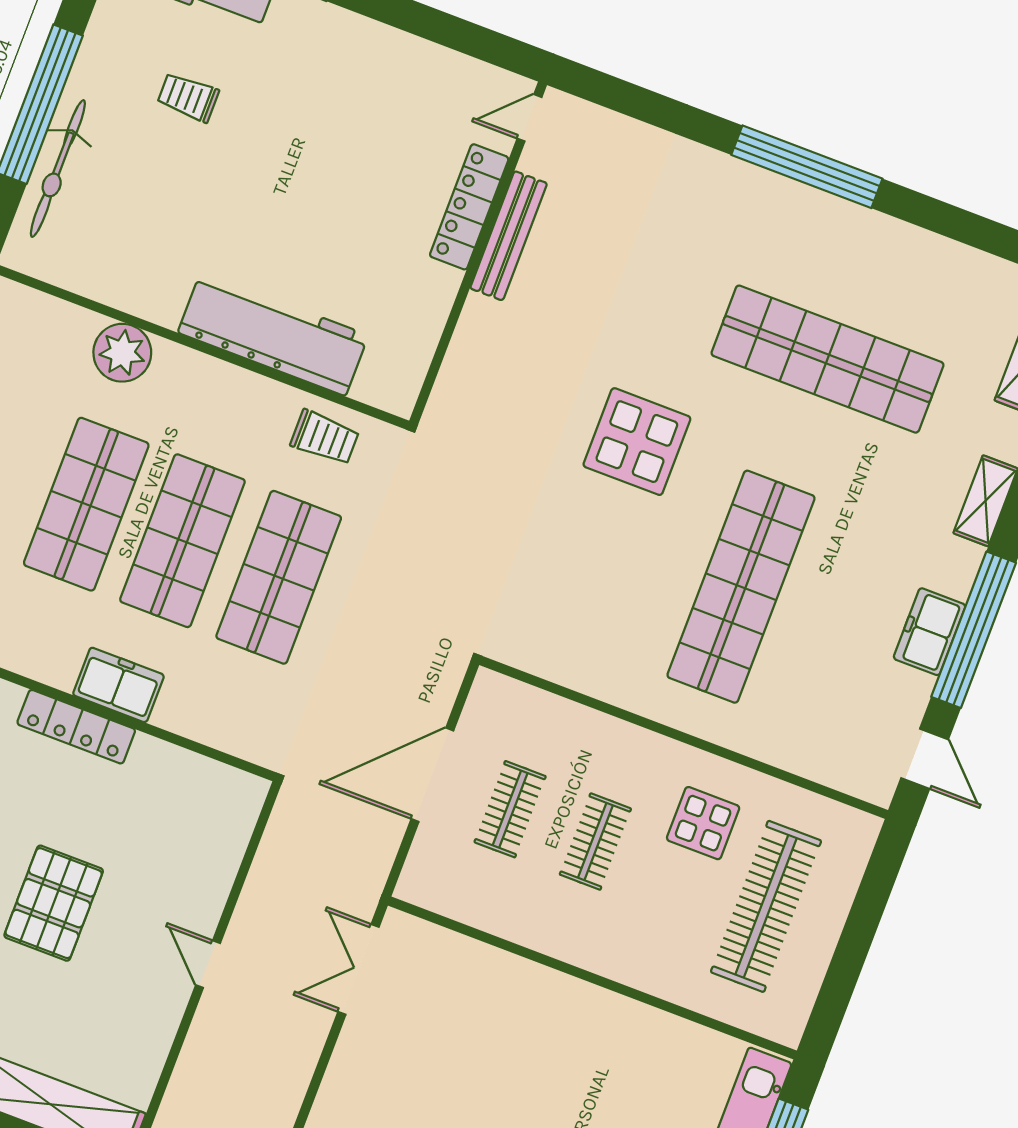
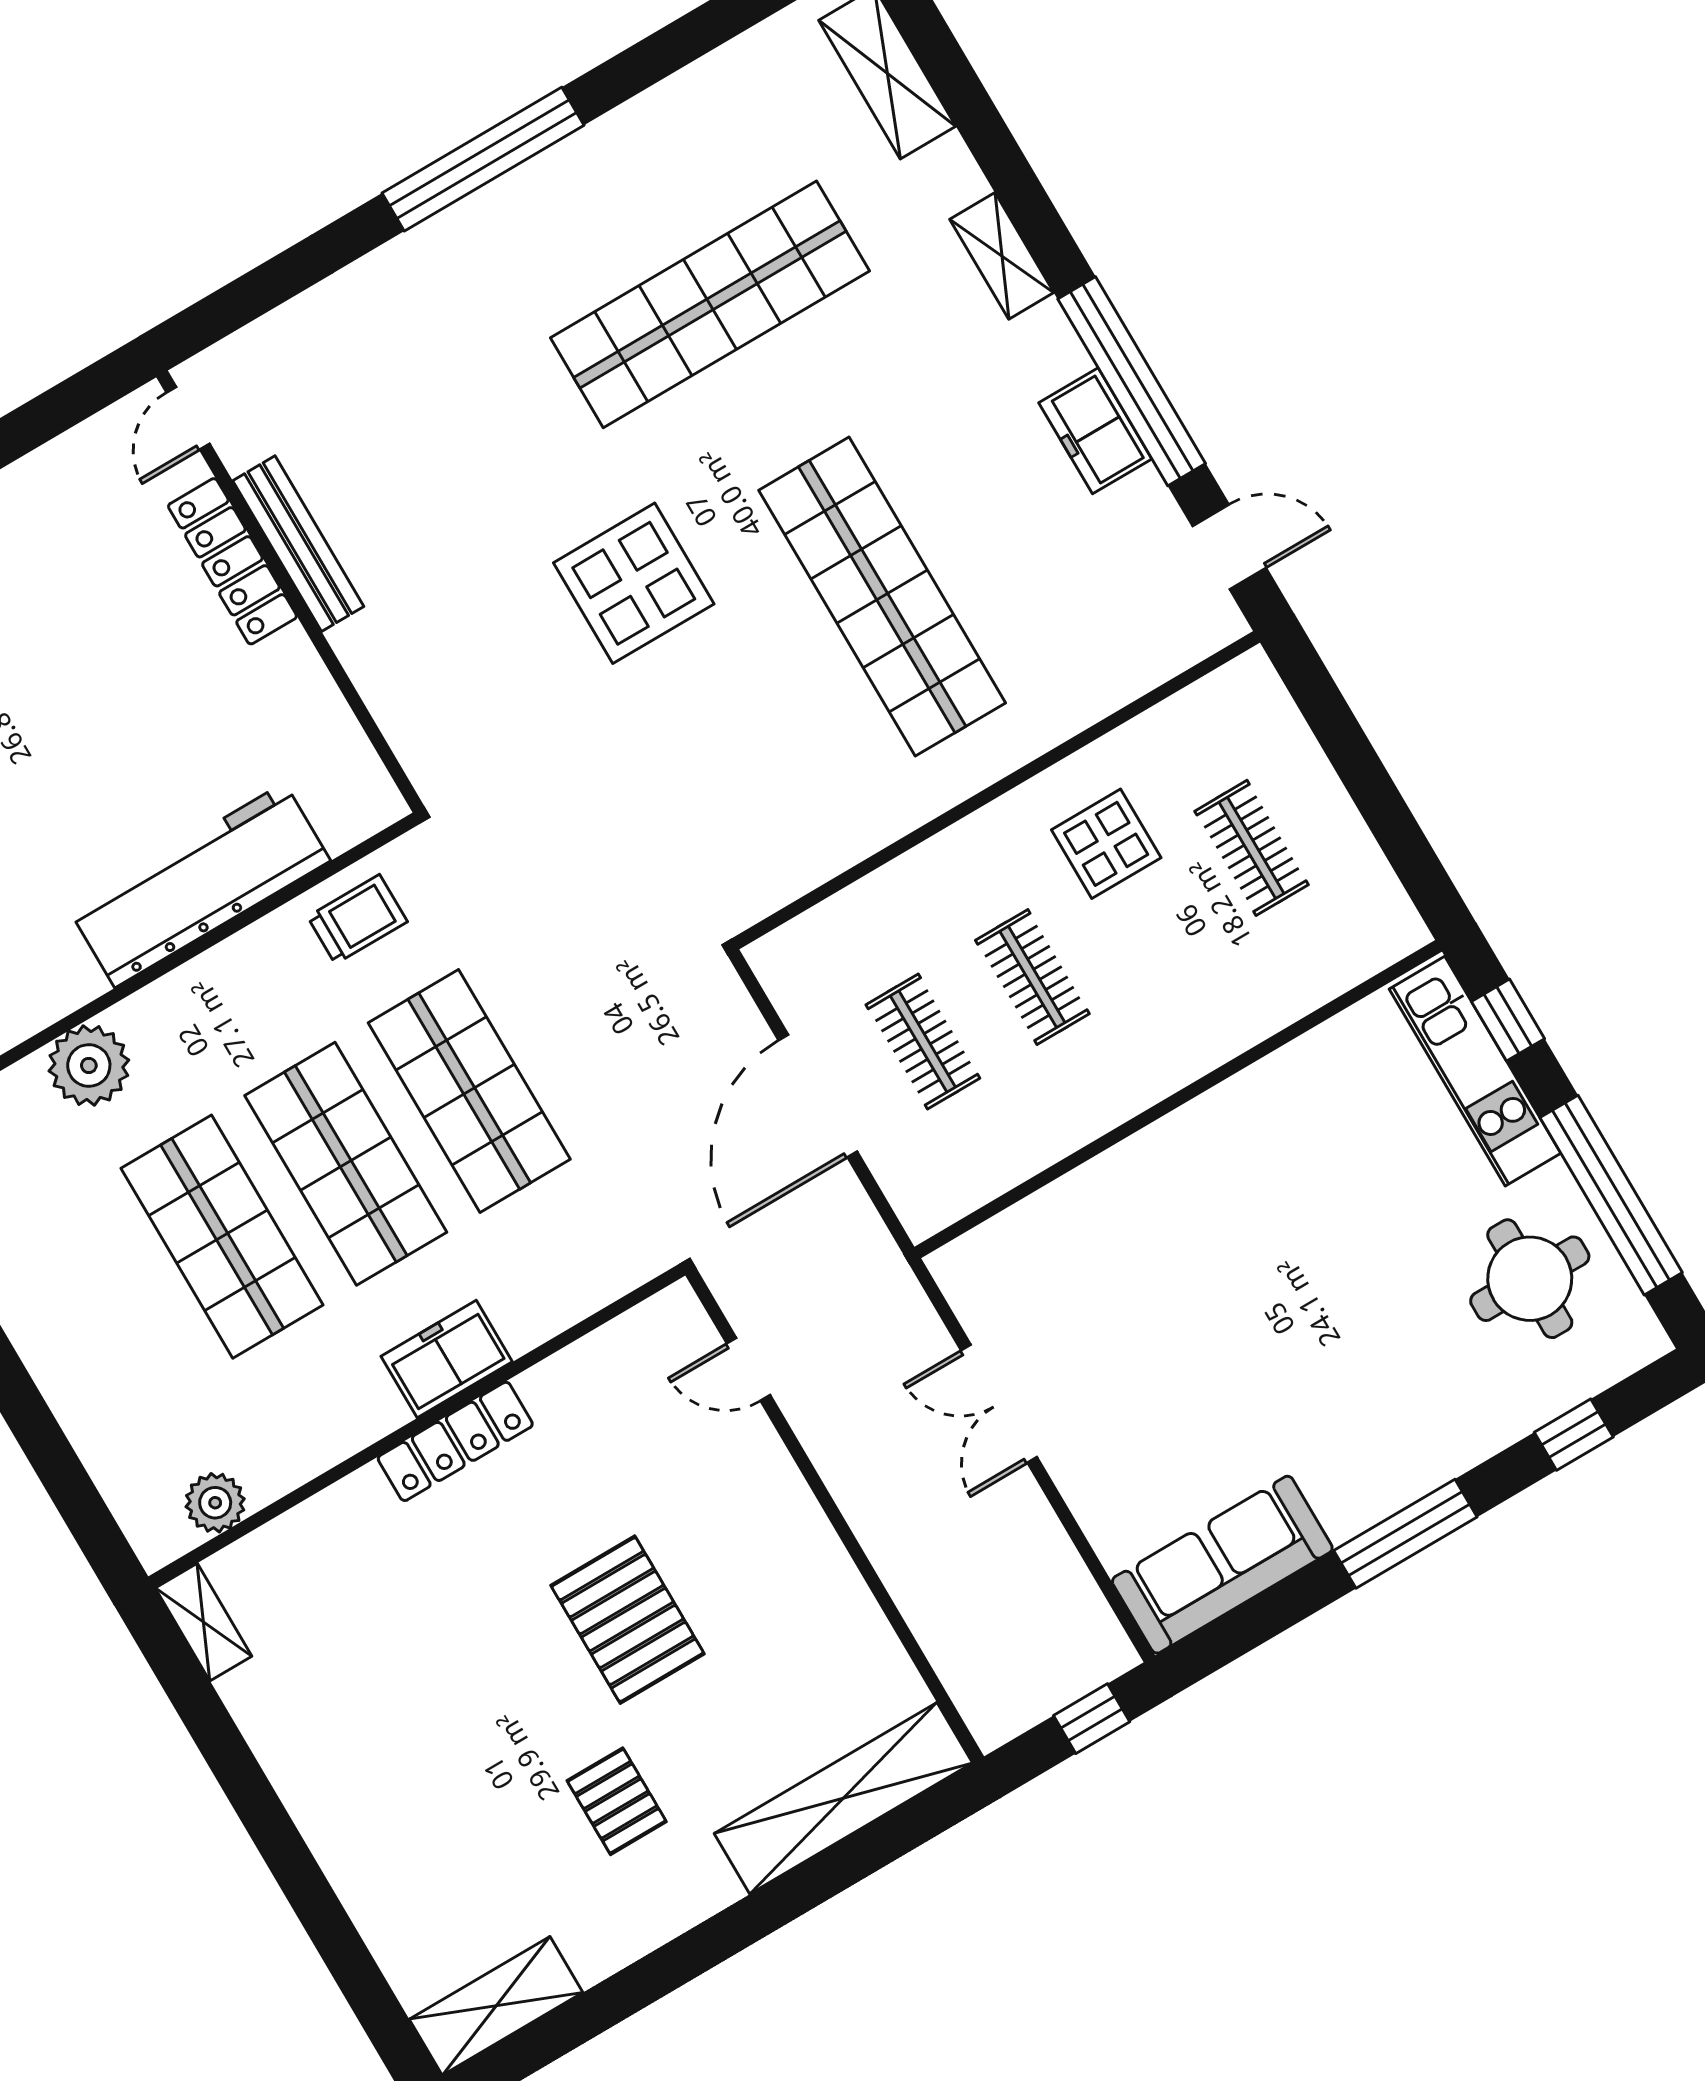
clothes rail: (766, 906) -> (1252, 848), width x0.54, depth x0.76
door: (208, 964) -> (748, 1369), moved
double door: (358, 969) -> (999, 1404), moved

